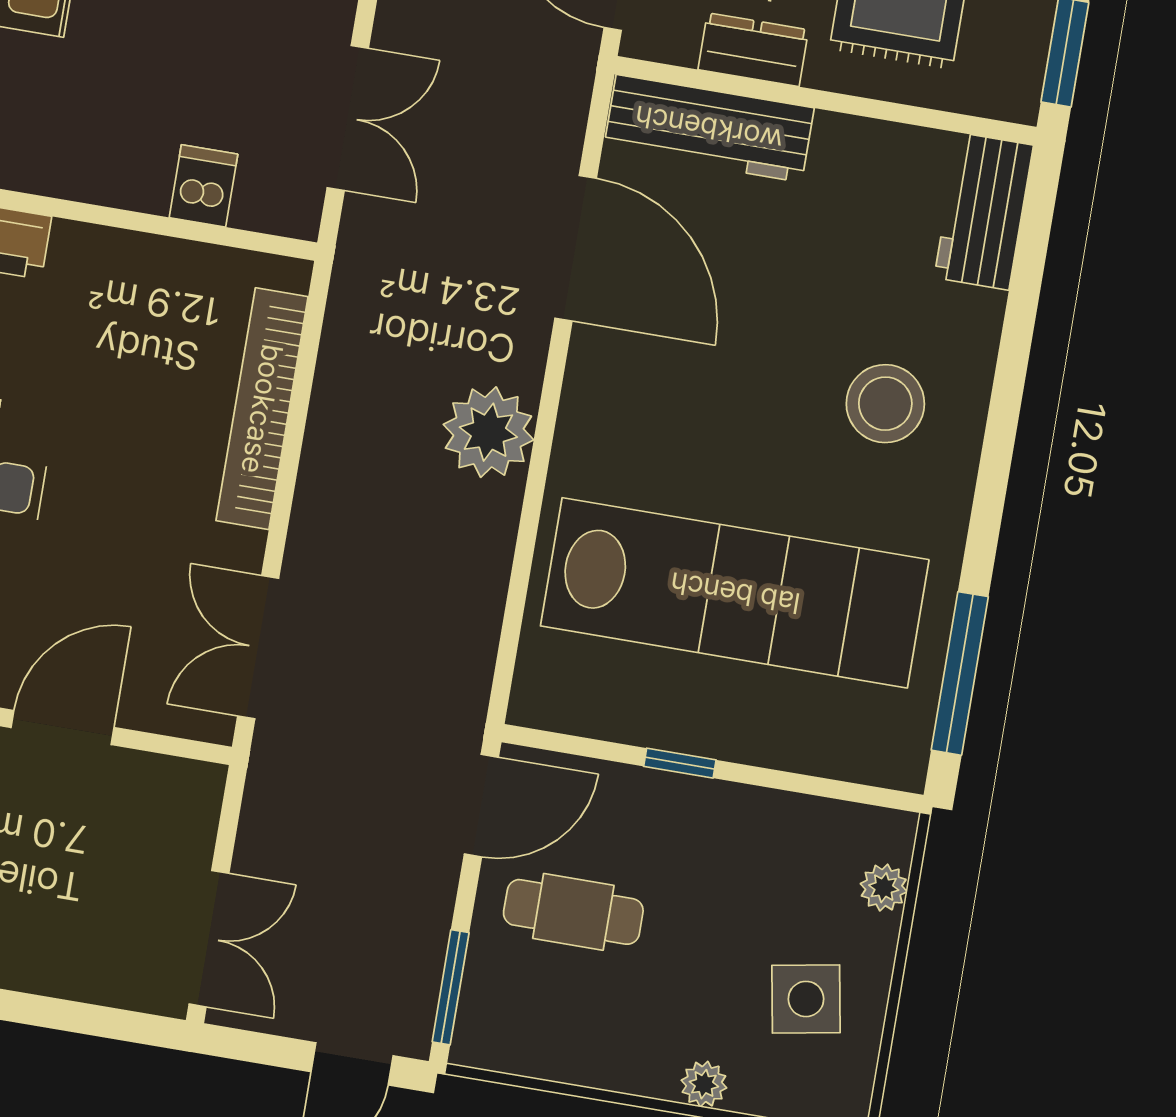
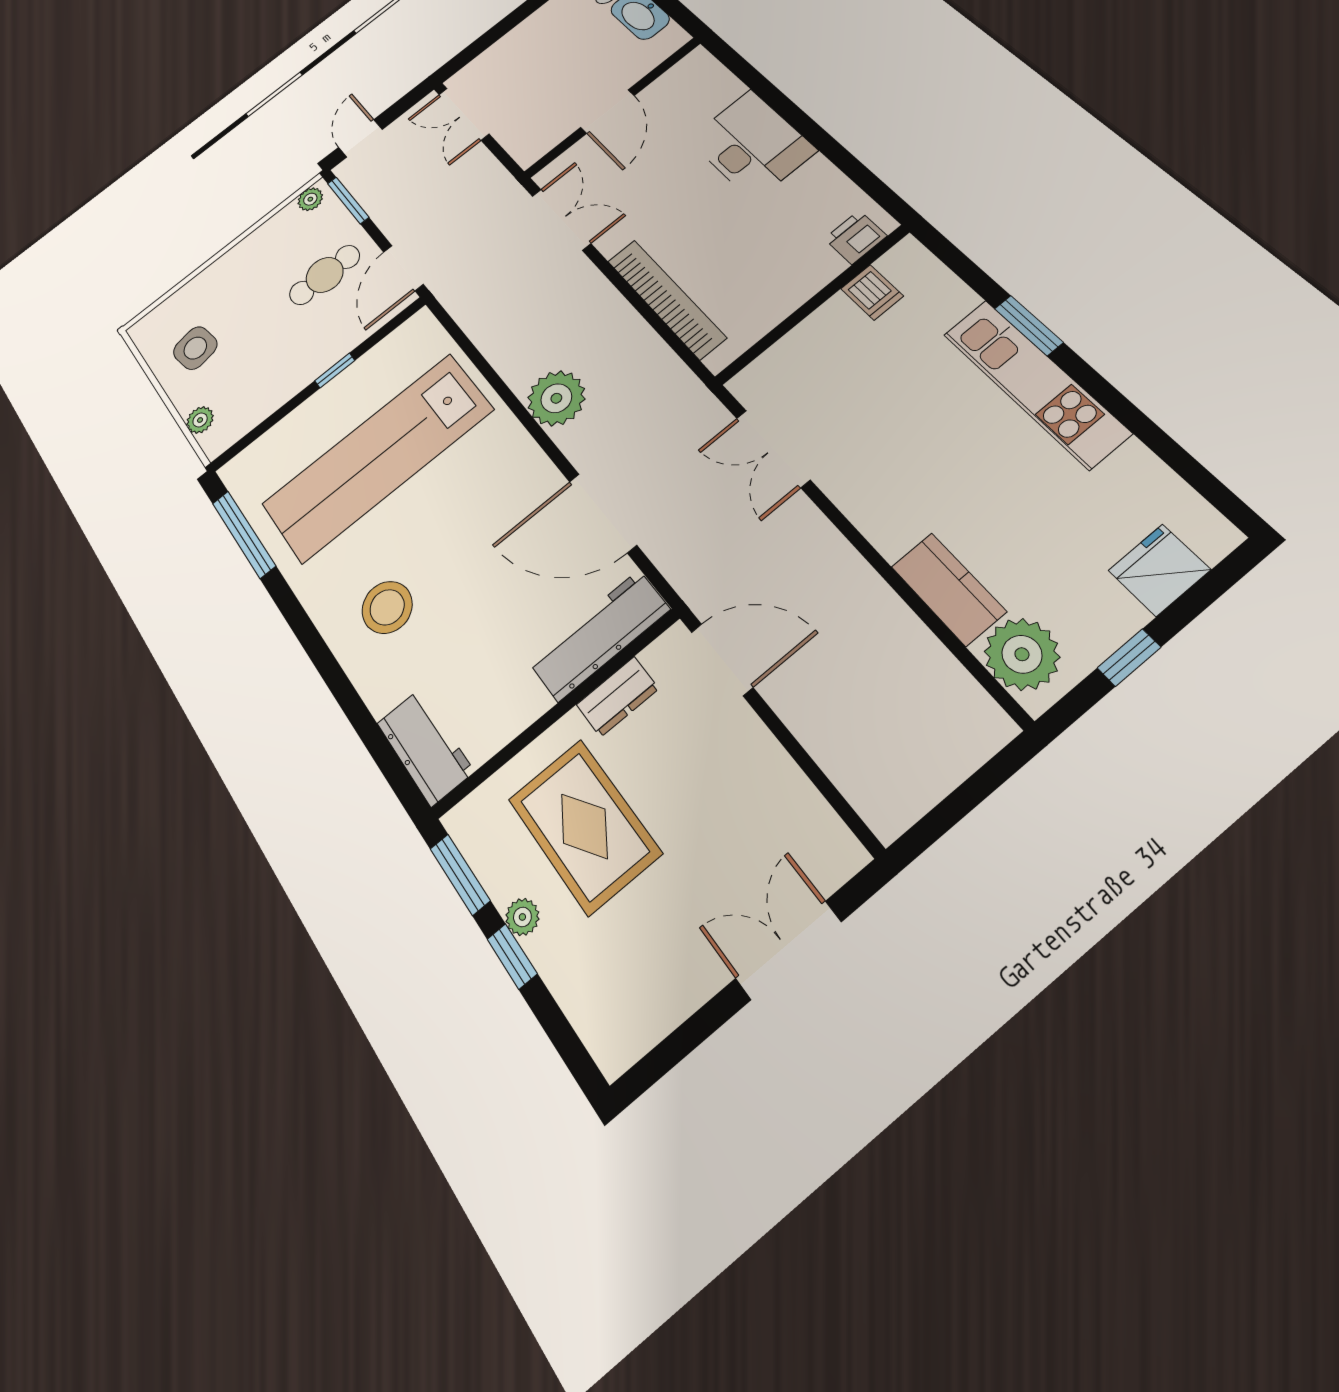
dishwasher: (203, 186) -> (872, 292), moved
plant: (704, 1084) -> (310, 199), moved

